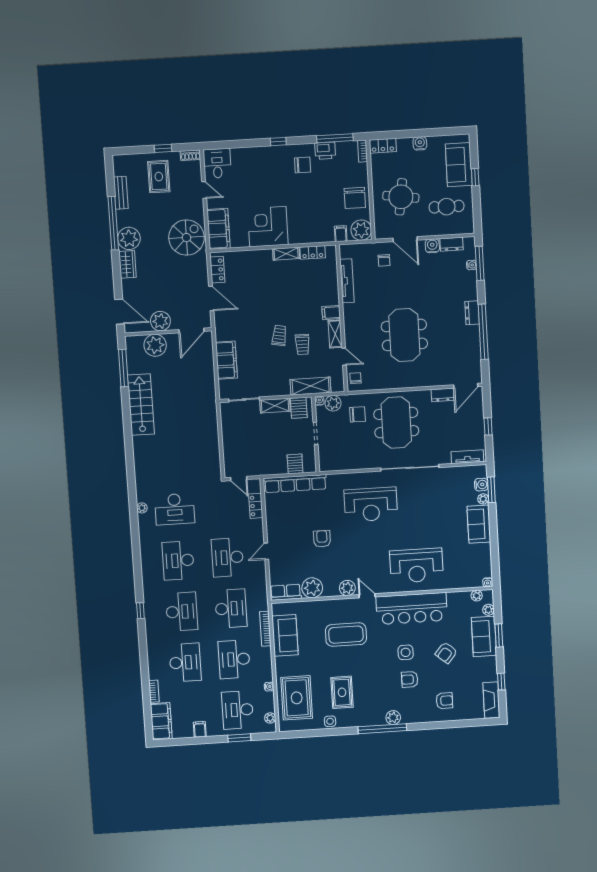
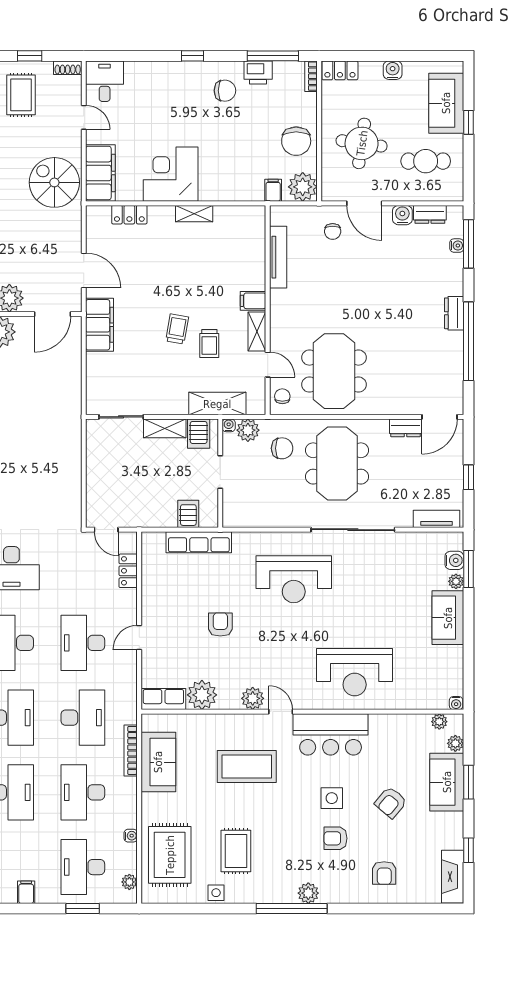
spiral stairs: (186, 238) -> (54, 182), turned -90
locker: (313, 252) -> (232, 214), removed
locker: (217, 270) -> (129, 215), moved, turned 90
meeting table: (404, 335) -> (334, 371), moved
filing cabinet: (226, 360) -> (100, 325), moved
row of seats: (295, 484) -> (199, 542), width x0.73
bar counter: (412, 609) -> (331, 734), width x0.73
armchair: (444, 701) -> (384, 873), turned 90

